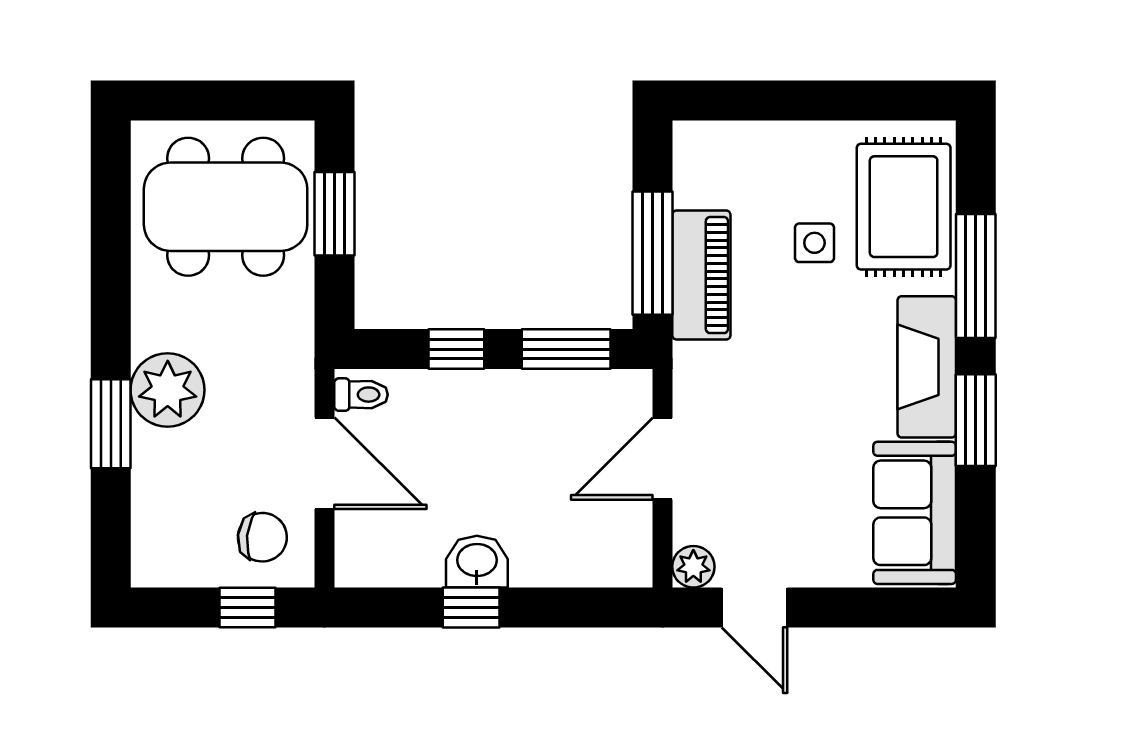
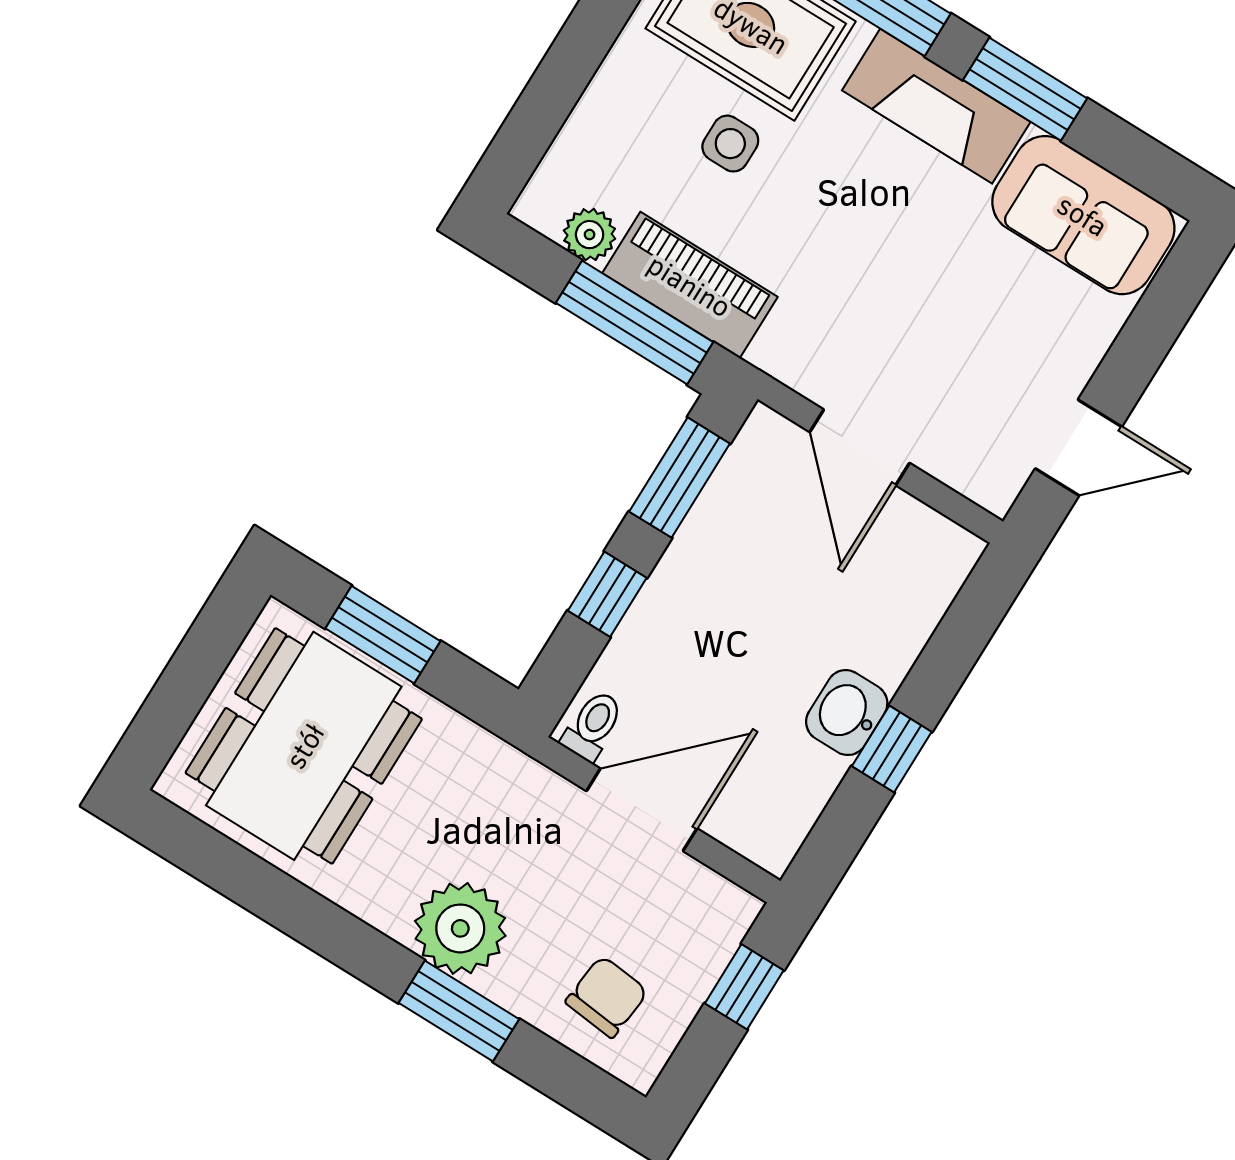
chair: (262, 537) -> (607, 997), moved
plant: (693, 567) -> (590, 235), moved

